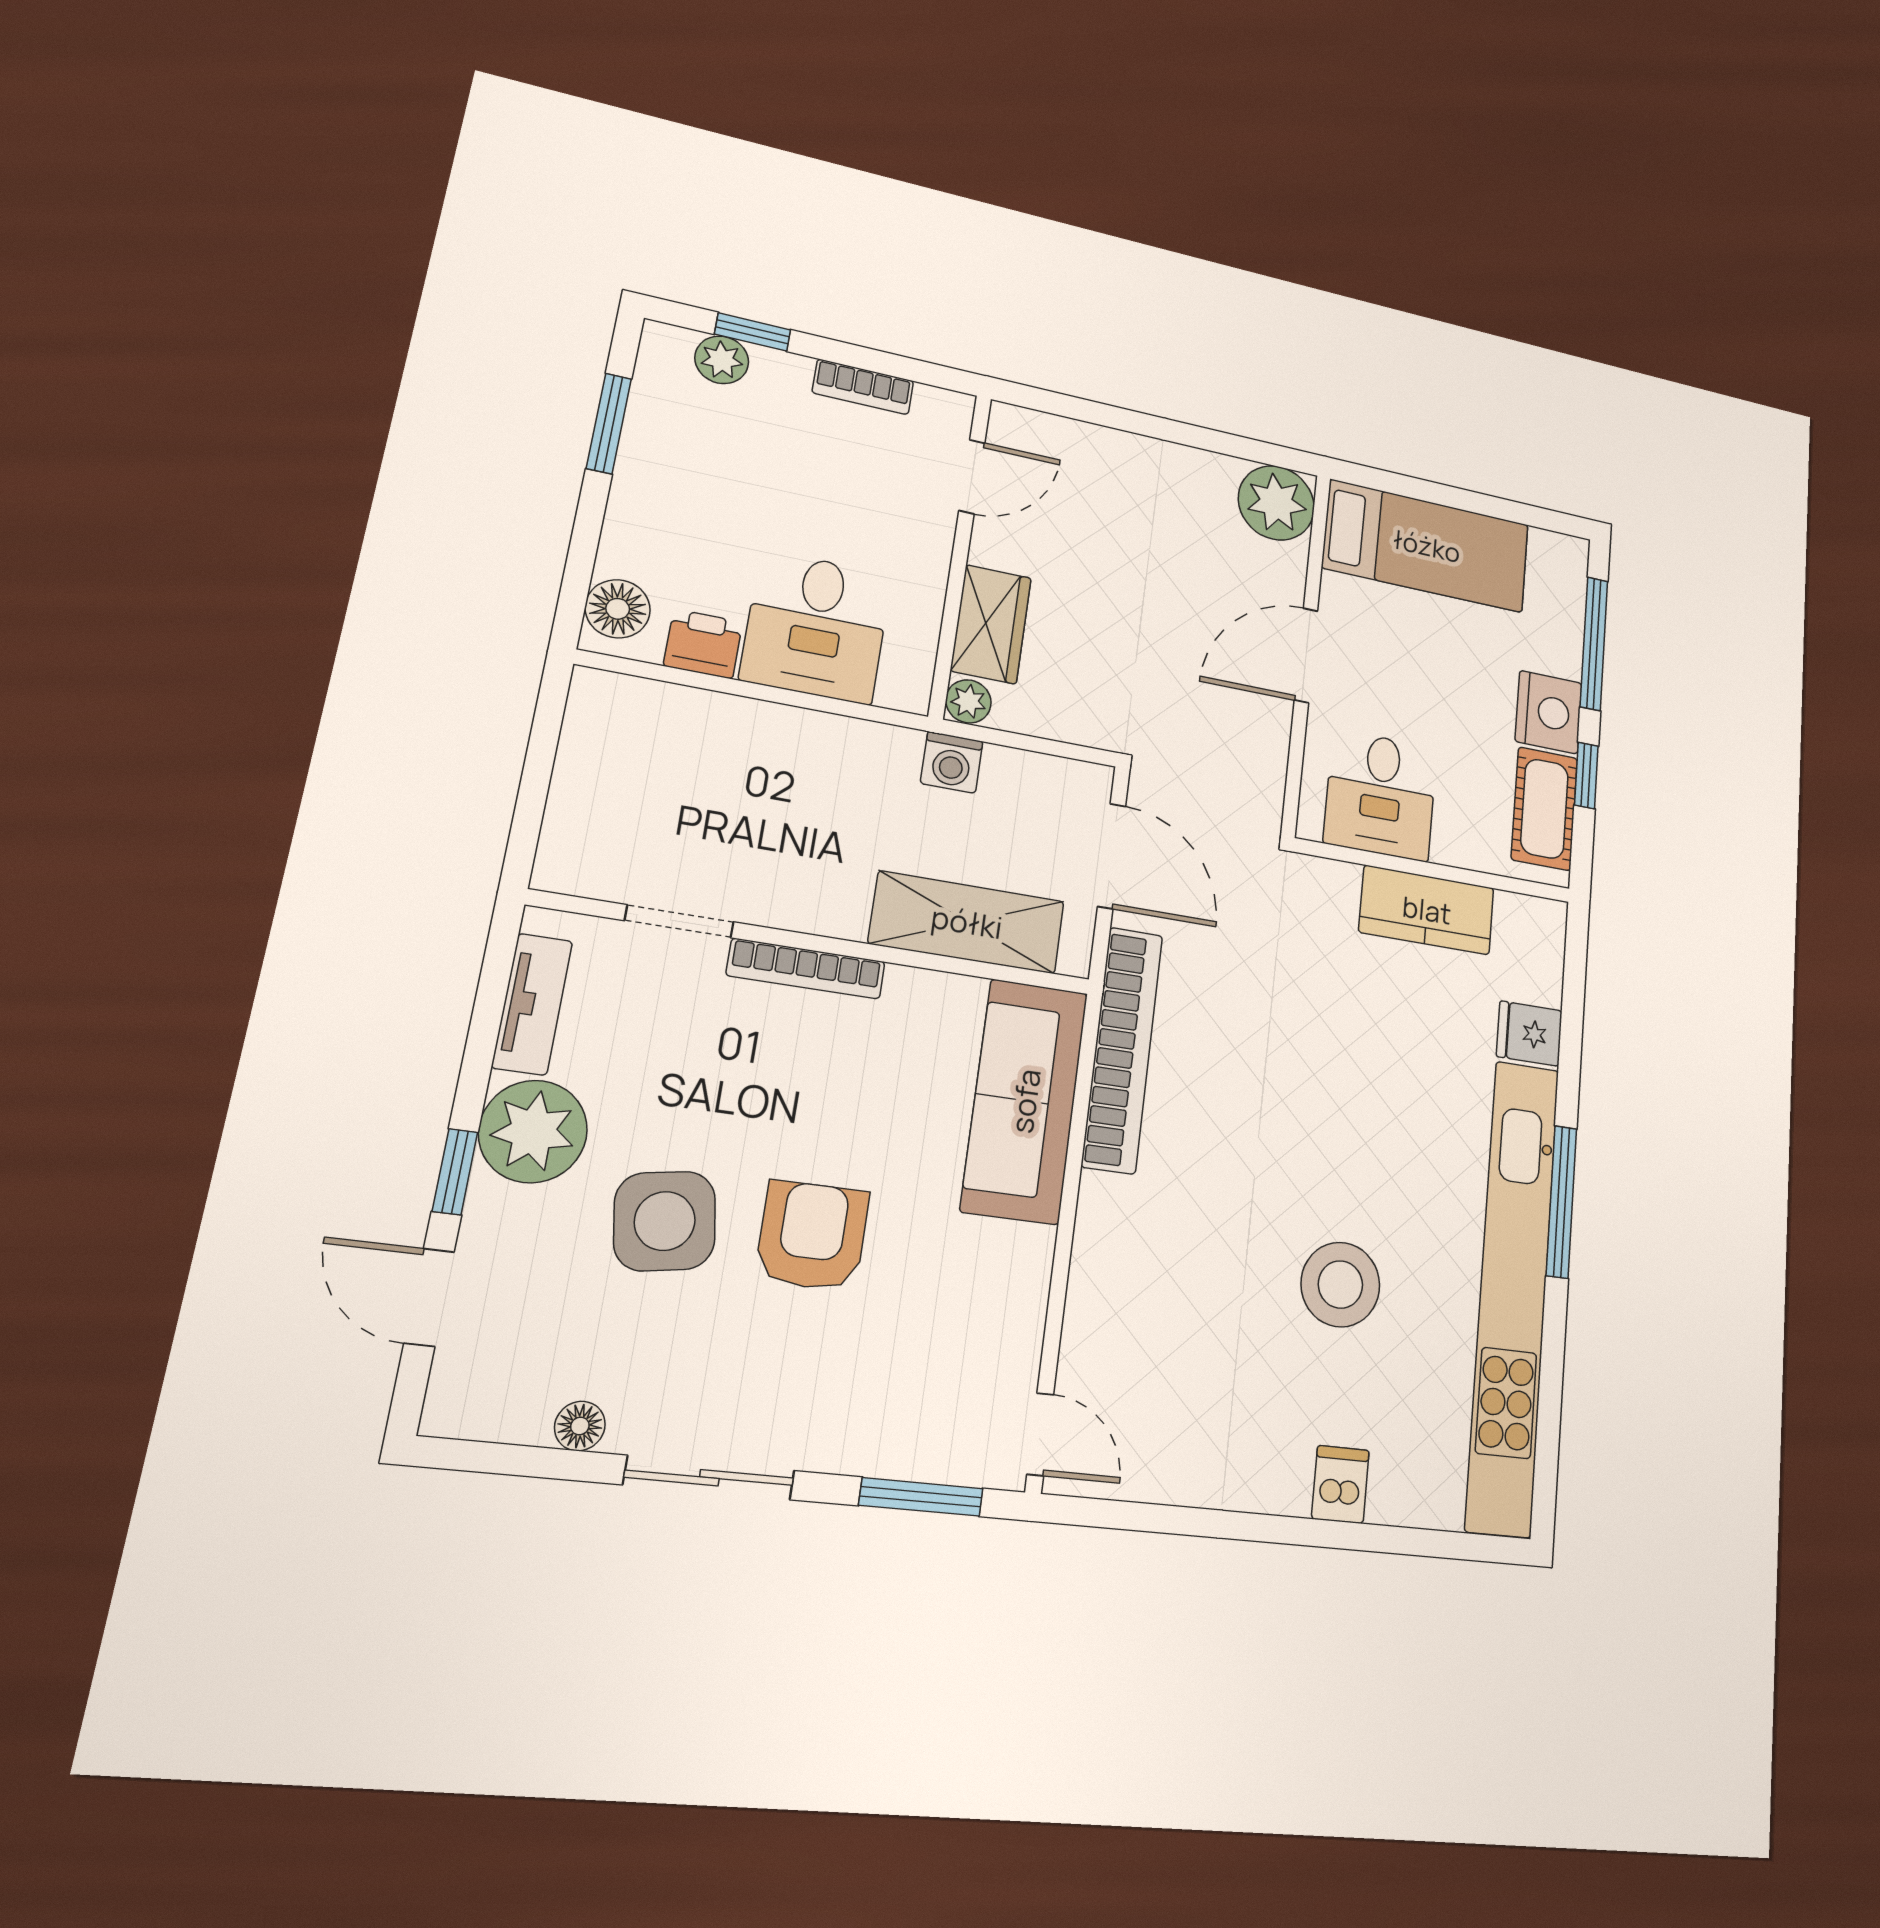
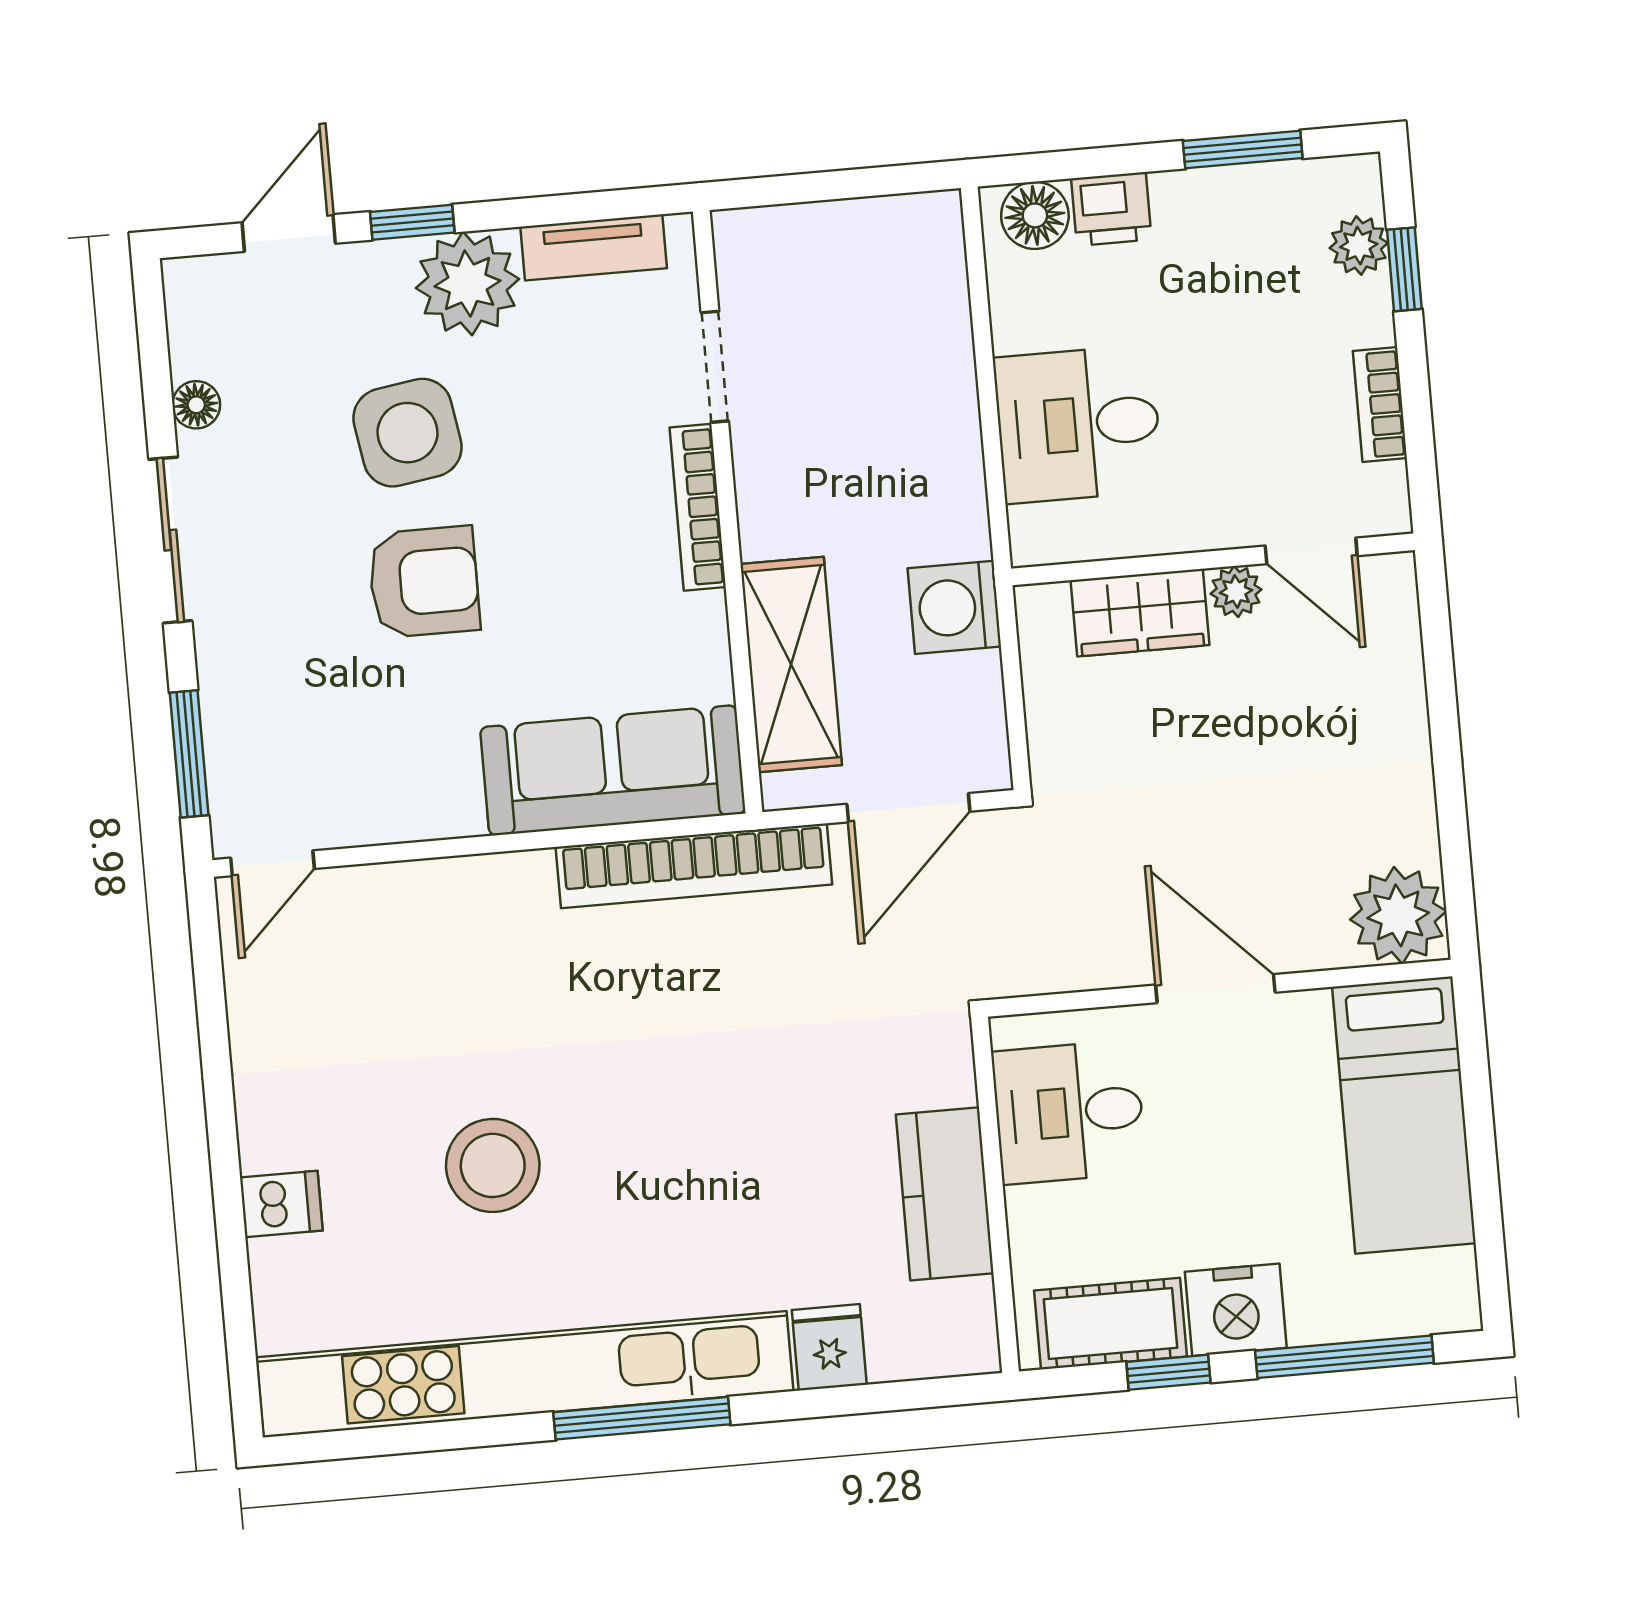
printer: (703, 644) -> (1111, 209), moved, turned 90
plant: (968, 701) -> (1236, 592), moved
washing machine: (952, 762) -> (954, 607), width x1.38, depth x1.38

